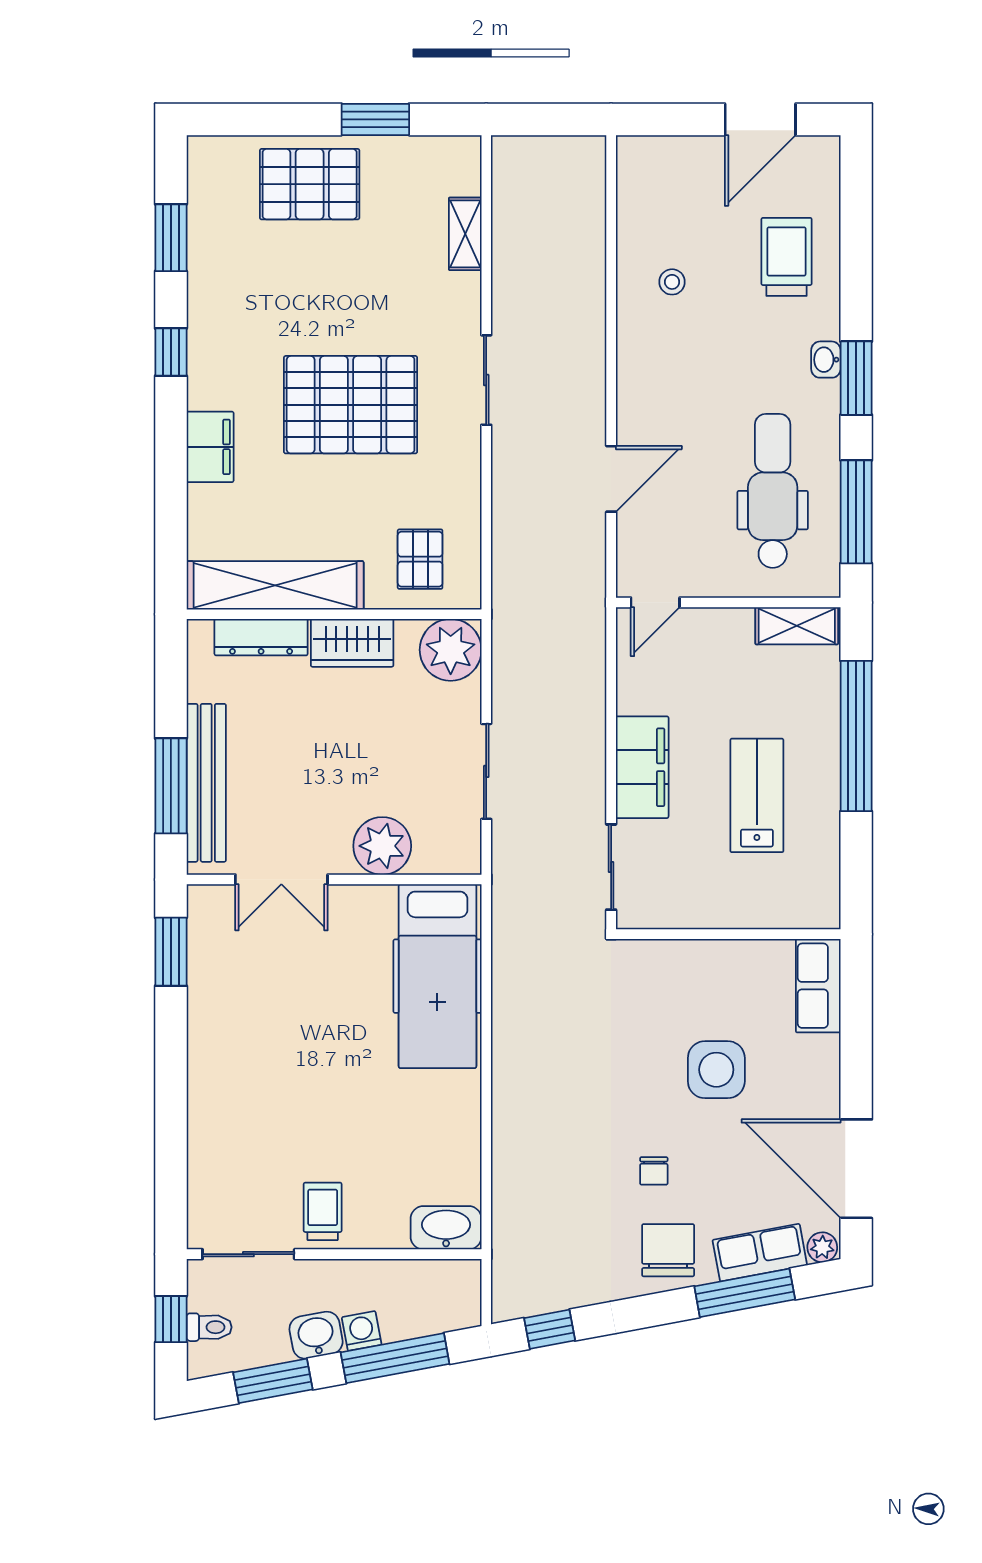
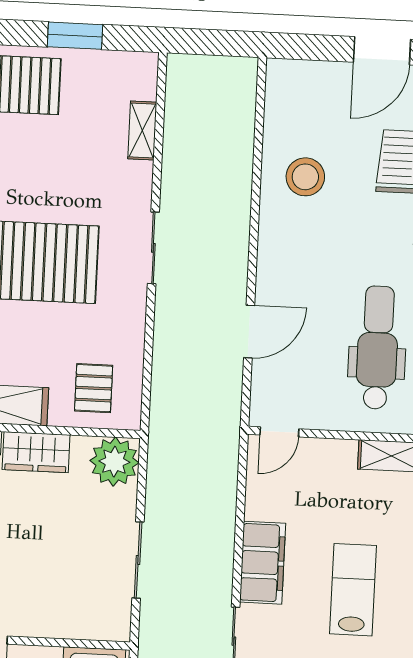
stool: (672, 282) -> (305, 177), width x1.89, depth x1.89
plant: (382, 846) -> (52, 615), removed

